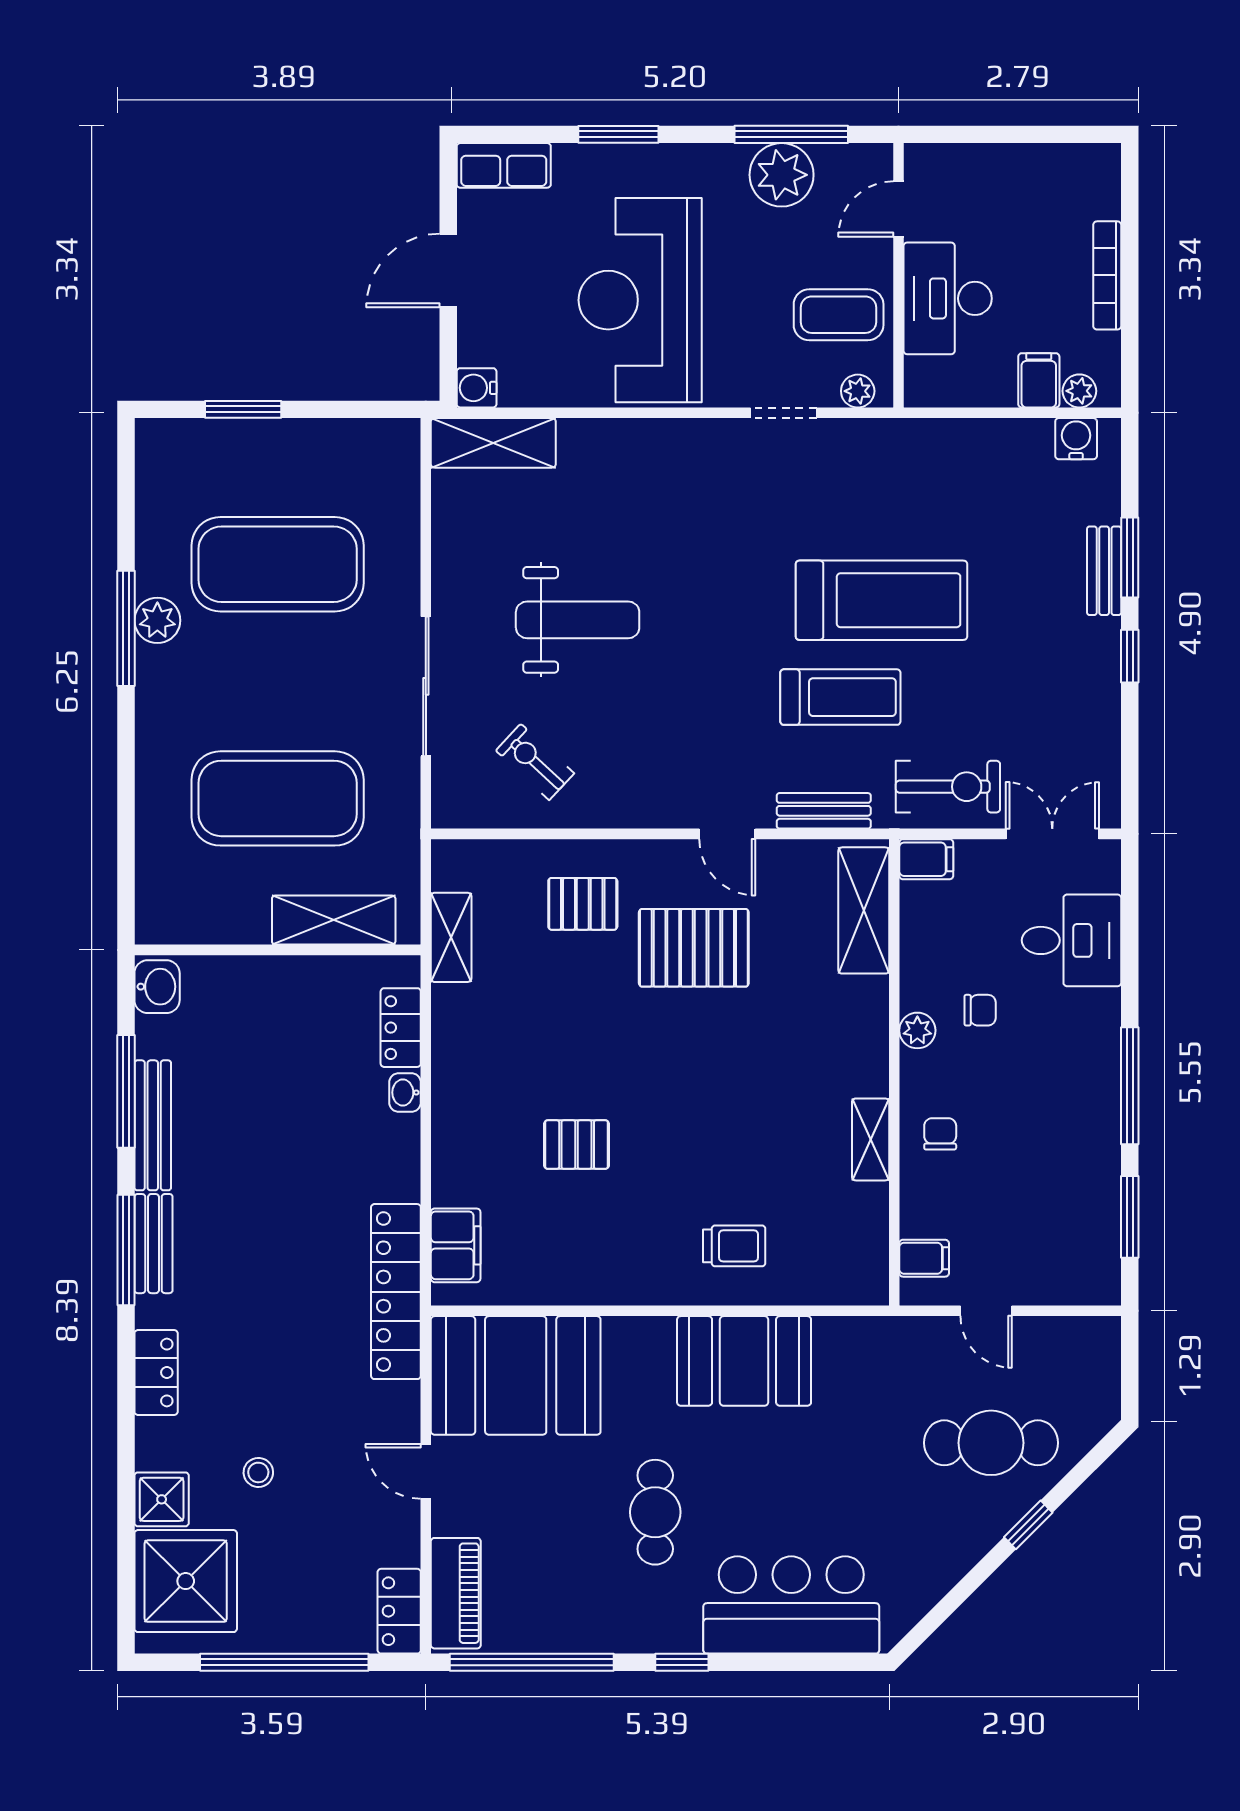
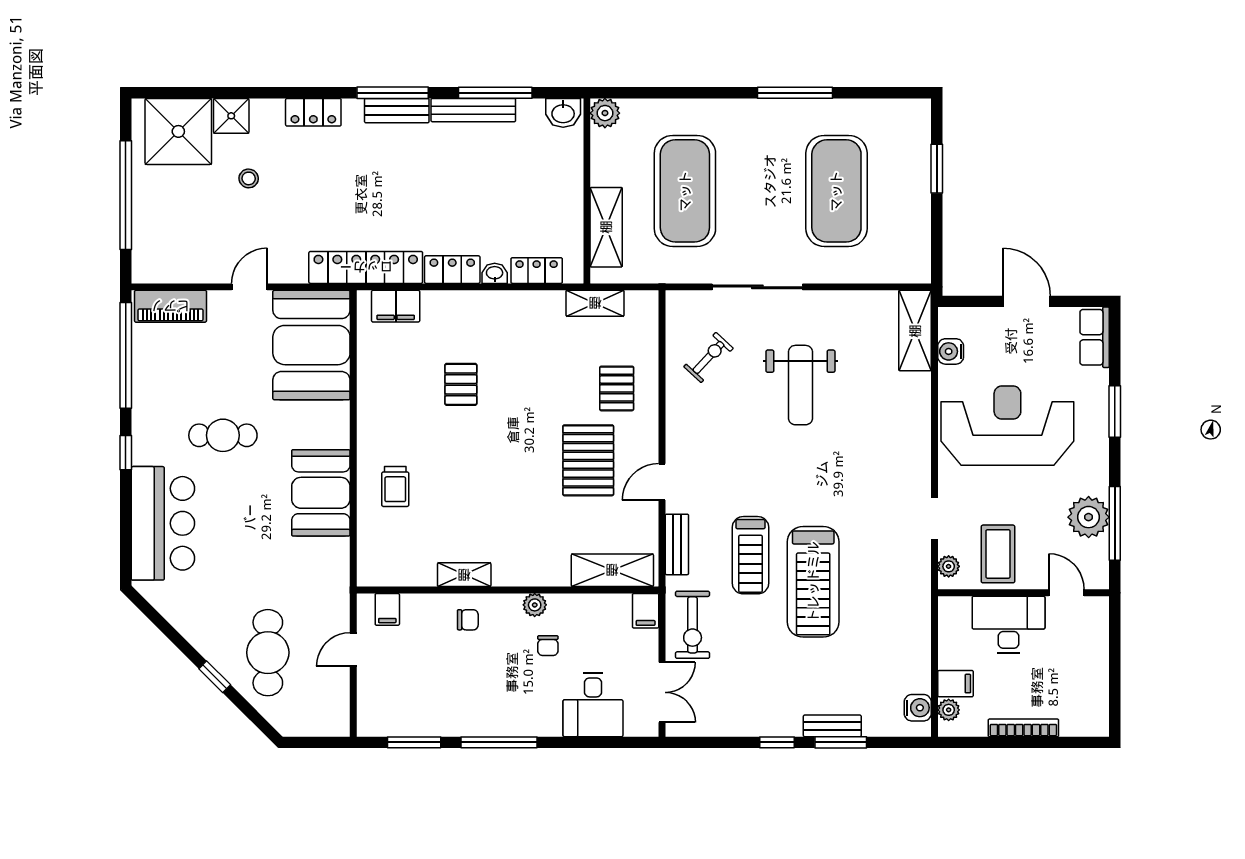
water cooler: (477, 388) -> (951, 351), moved, turned -90
plant: (157, 620) -> (605, 113), moved
locker: (399, 1611) -> (452, 270), moved

